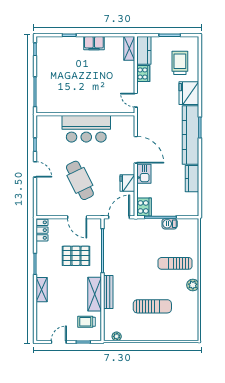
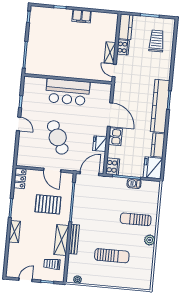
shelving: (129, 48) -> (110, 53), moved
fridge: (189, 93) -> (153, 168), moved

